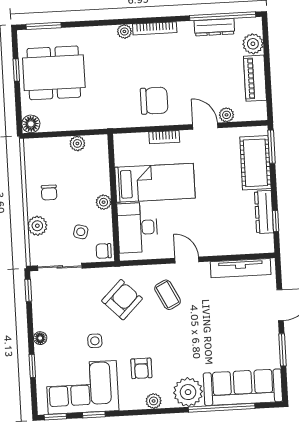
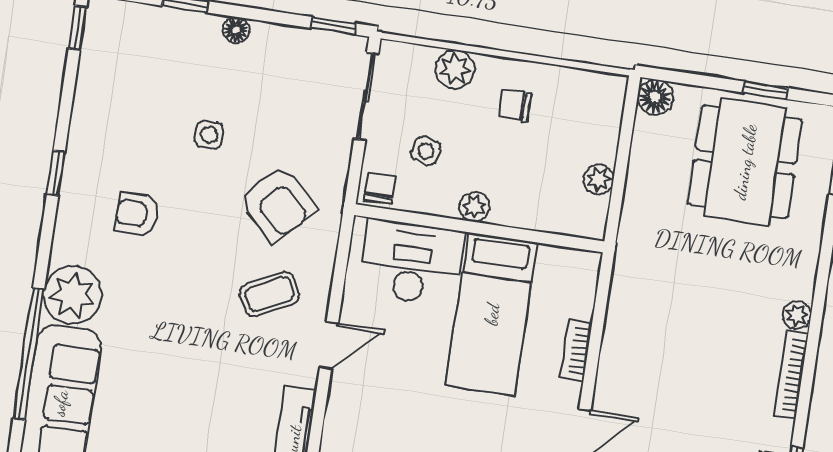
chair: (154, 101) -> (651, 345), removed
corner sofa: (82, 387) -> (124, 92), removed
plant: (154, 401) -> (69, 225), removed
window: (94, 415) -> (56, 173), moved

